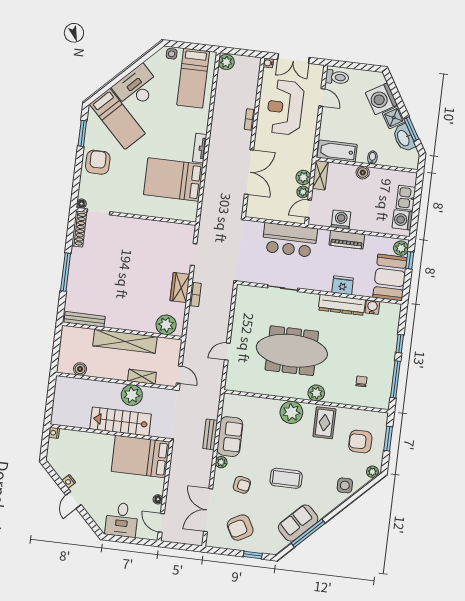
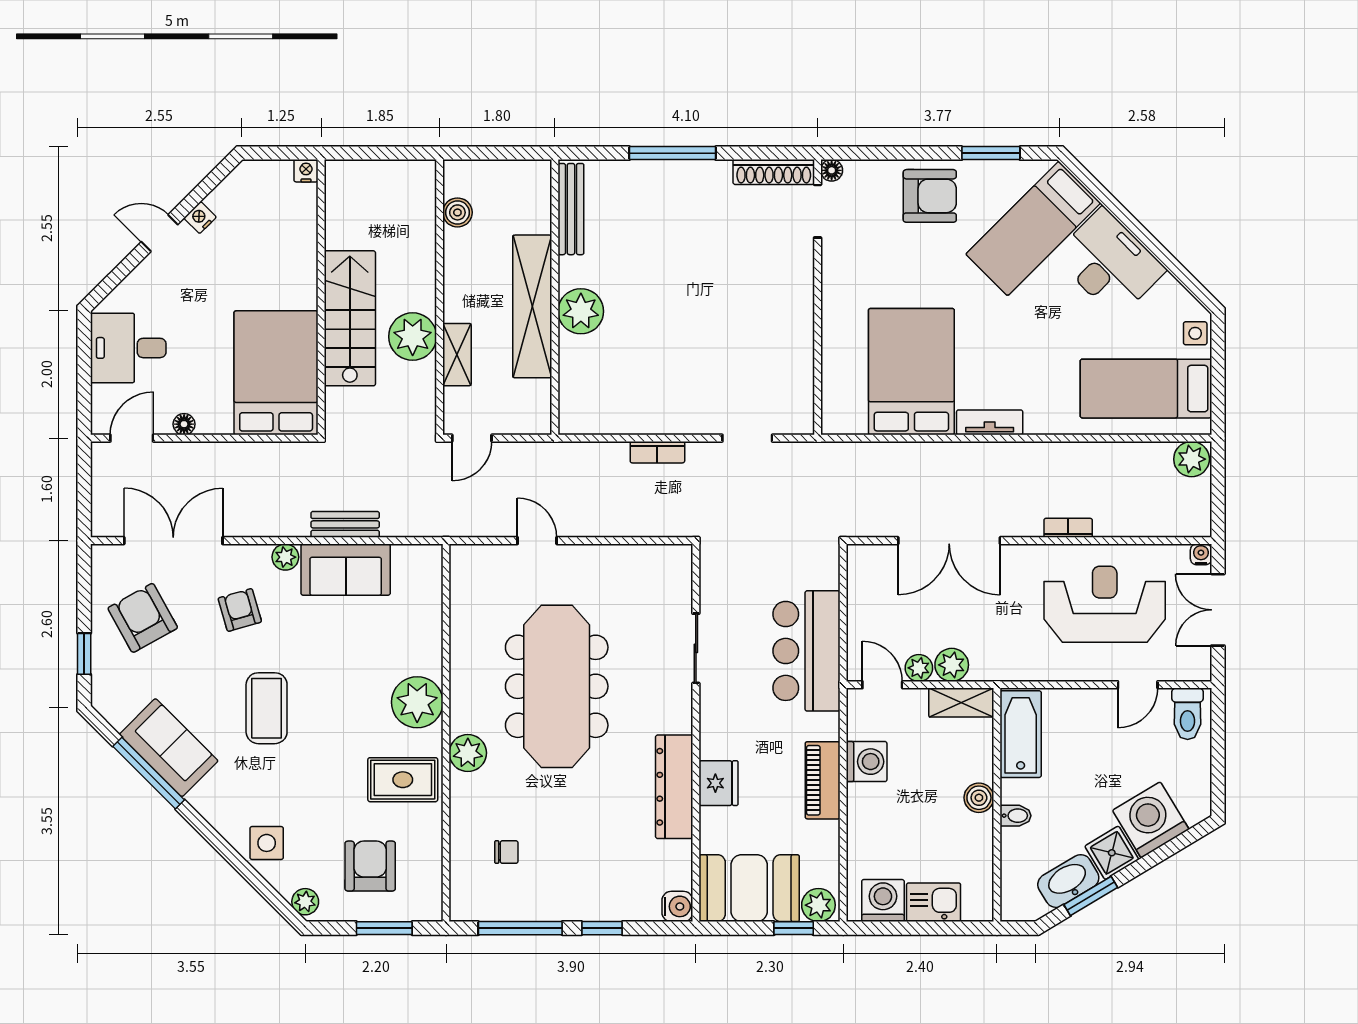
wardrobe: (180, 287) -> (669, 416), removed
water cooler: (372, 307) -> (677, 906), moved
plant: (166, 325) -> (581, 311), moved
armchair: (242, 485) -> (240, 610), turned 153

